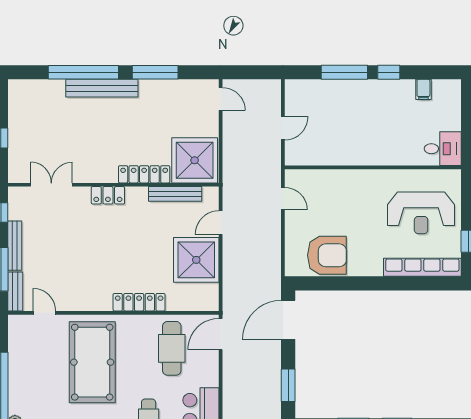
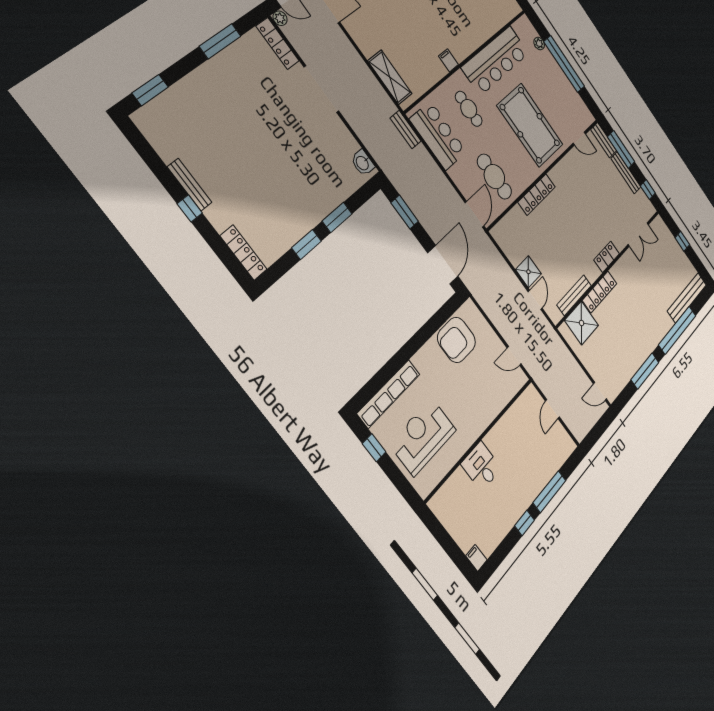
bench: (102, 88) -> (687, 298), moved
filing cabinet: (423, 89) -> (476, 558), moved
desk: (443, 149) -> (481, 466), moved, turned 90
shower: (195, 160) -> (582, 323), width x0.73, depth x0.73
shower: (196, 260) -> (528, 272), width x0.54, depth x0.54

